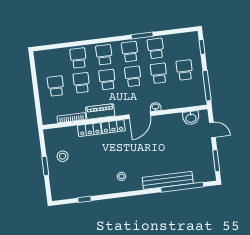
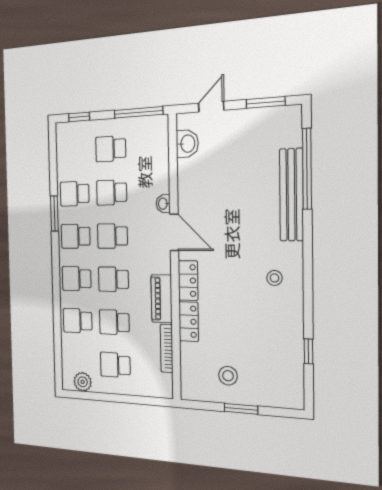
plant: (41, 65) -> (83, 382), added

